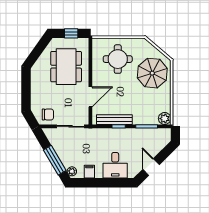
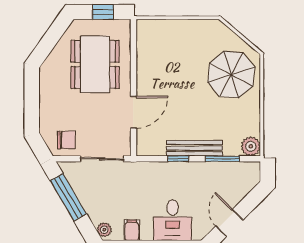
round table: (118, 59) -> (177, 52), removed
bench: (114, 120) -> (195, 148), moved
window: (55, 160) -> (68, 197), moved

